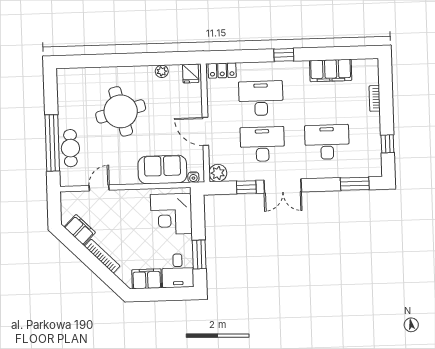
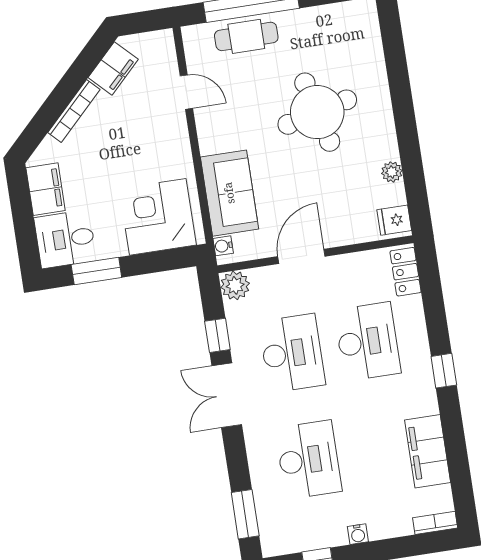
bookcase: (375, 98) -> (435, 523), moved
water cooler: (375, 118) -> (358, 534), added

